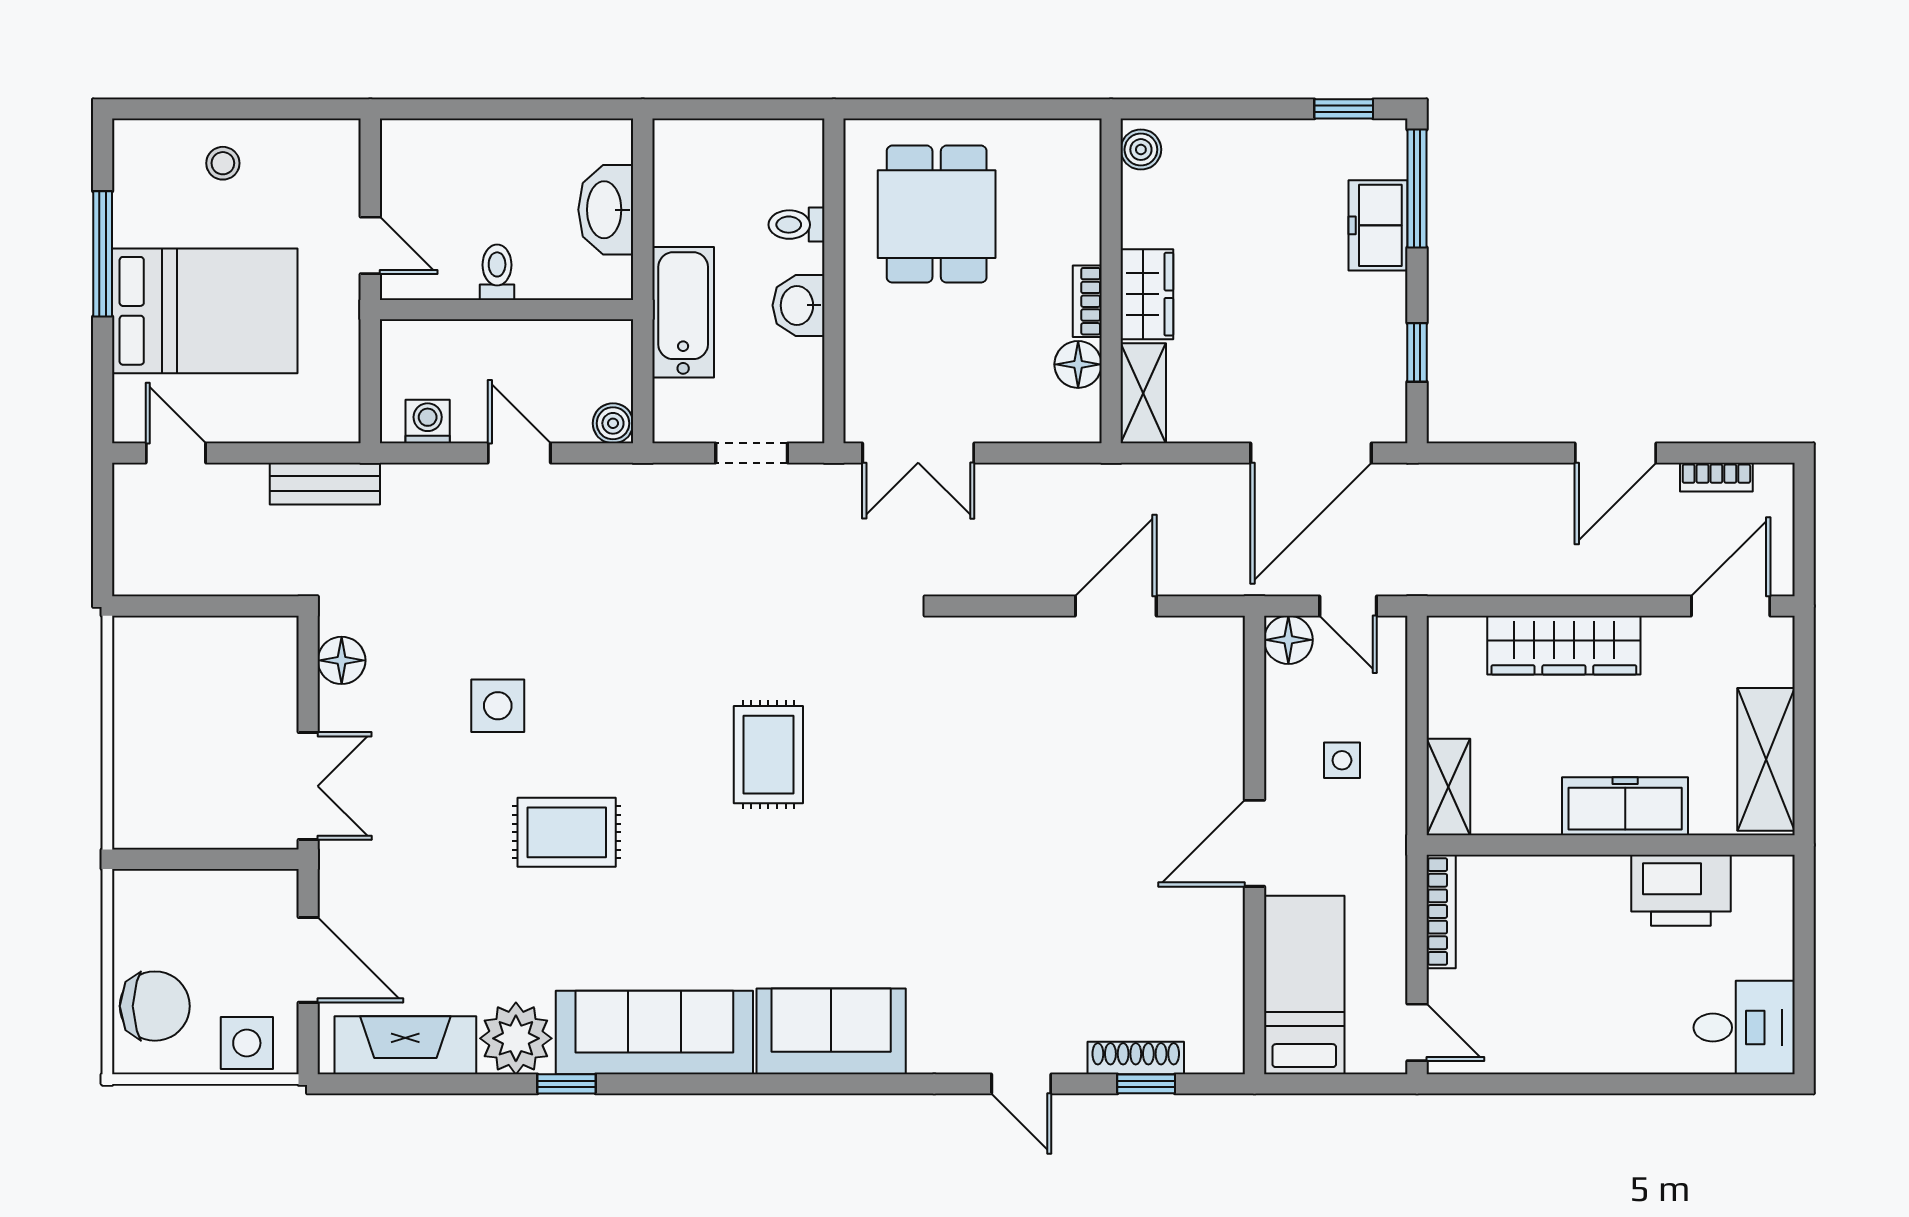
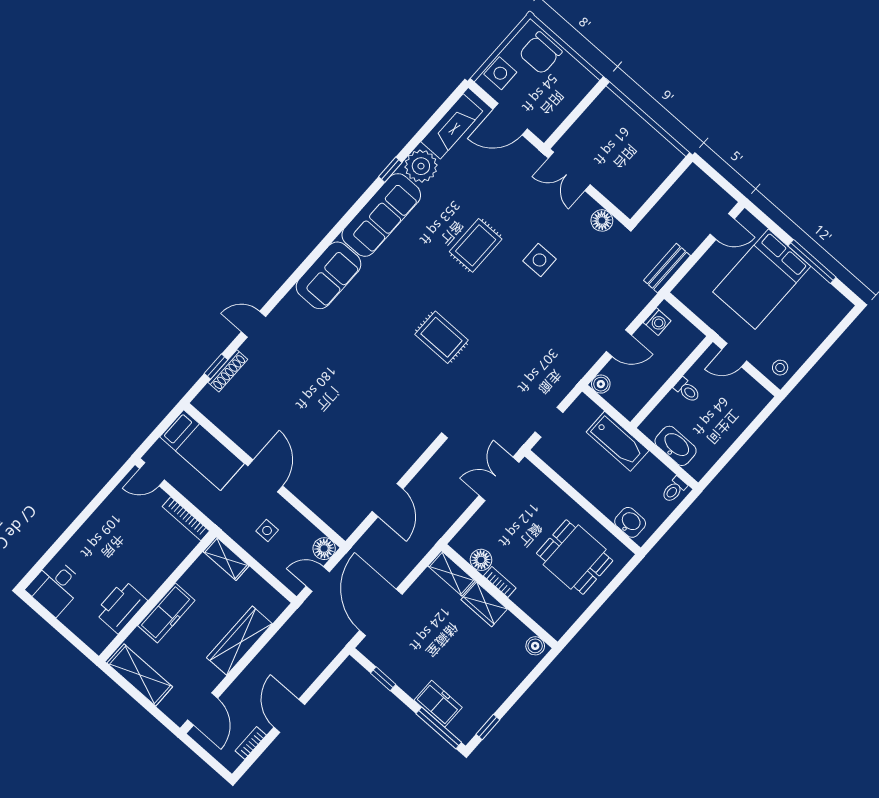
stool: (223, 163) -> (780, 368), moved
toilet: (797, 225) -> (674, 490), moved, turned 180
washbasin: (798, 305) -> (630, 522), moved

